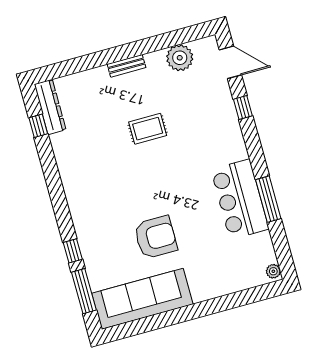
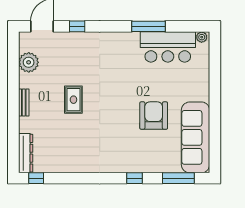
dresser: (50, 107) -> (26, 153), moved, turned 90
window: (38, 126) -> (36, 178), moved
bar counter: (240, 199) -> (168, 47), moved
window: (73, 251) -> (135, 178), moved

